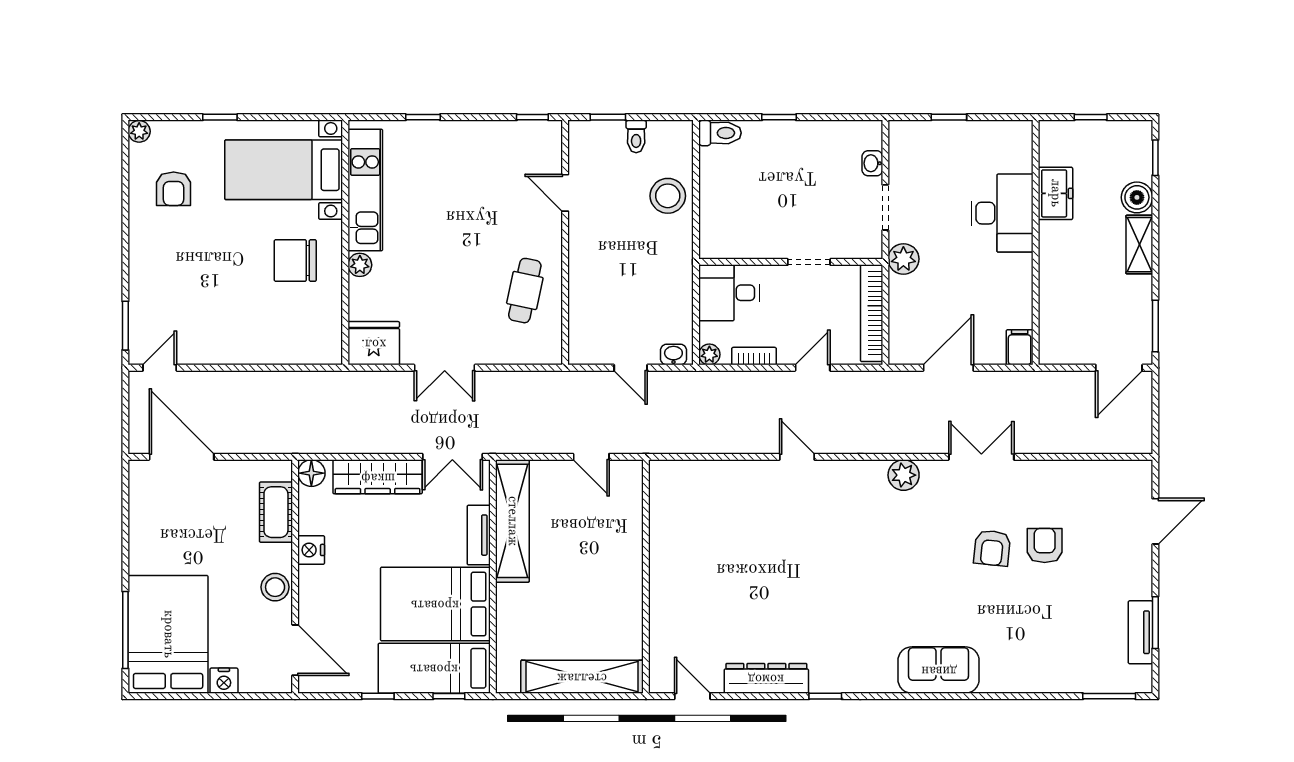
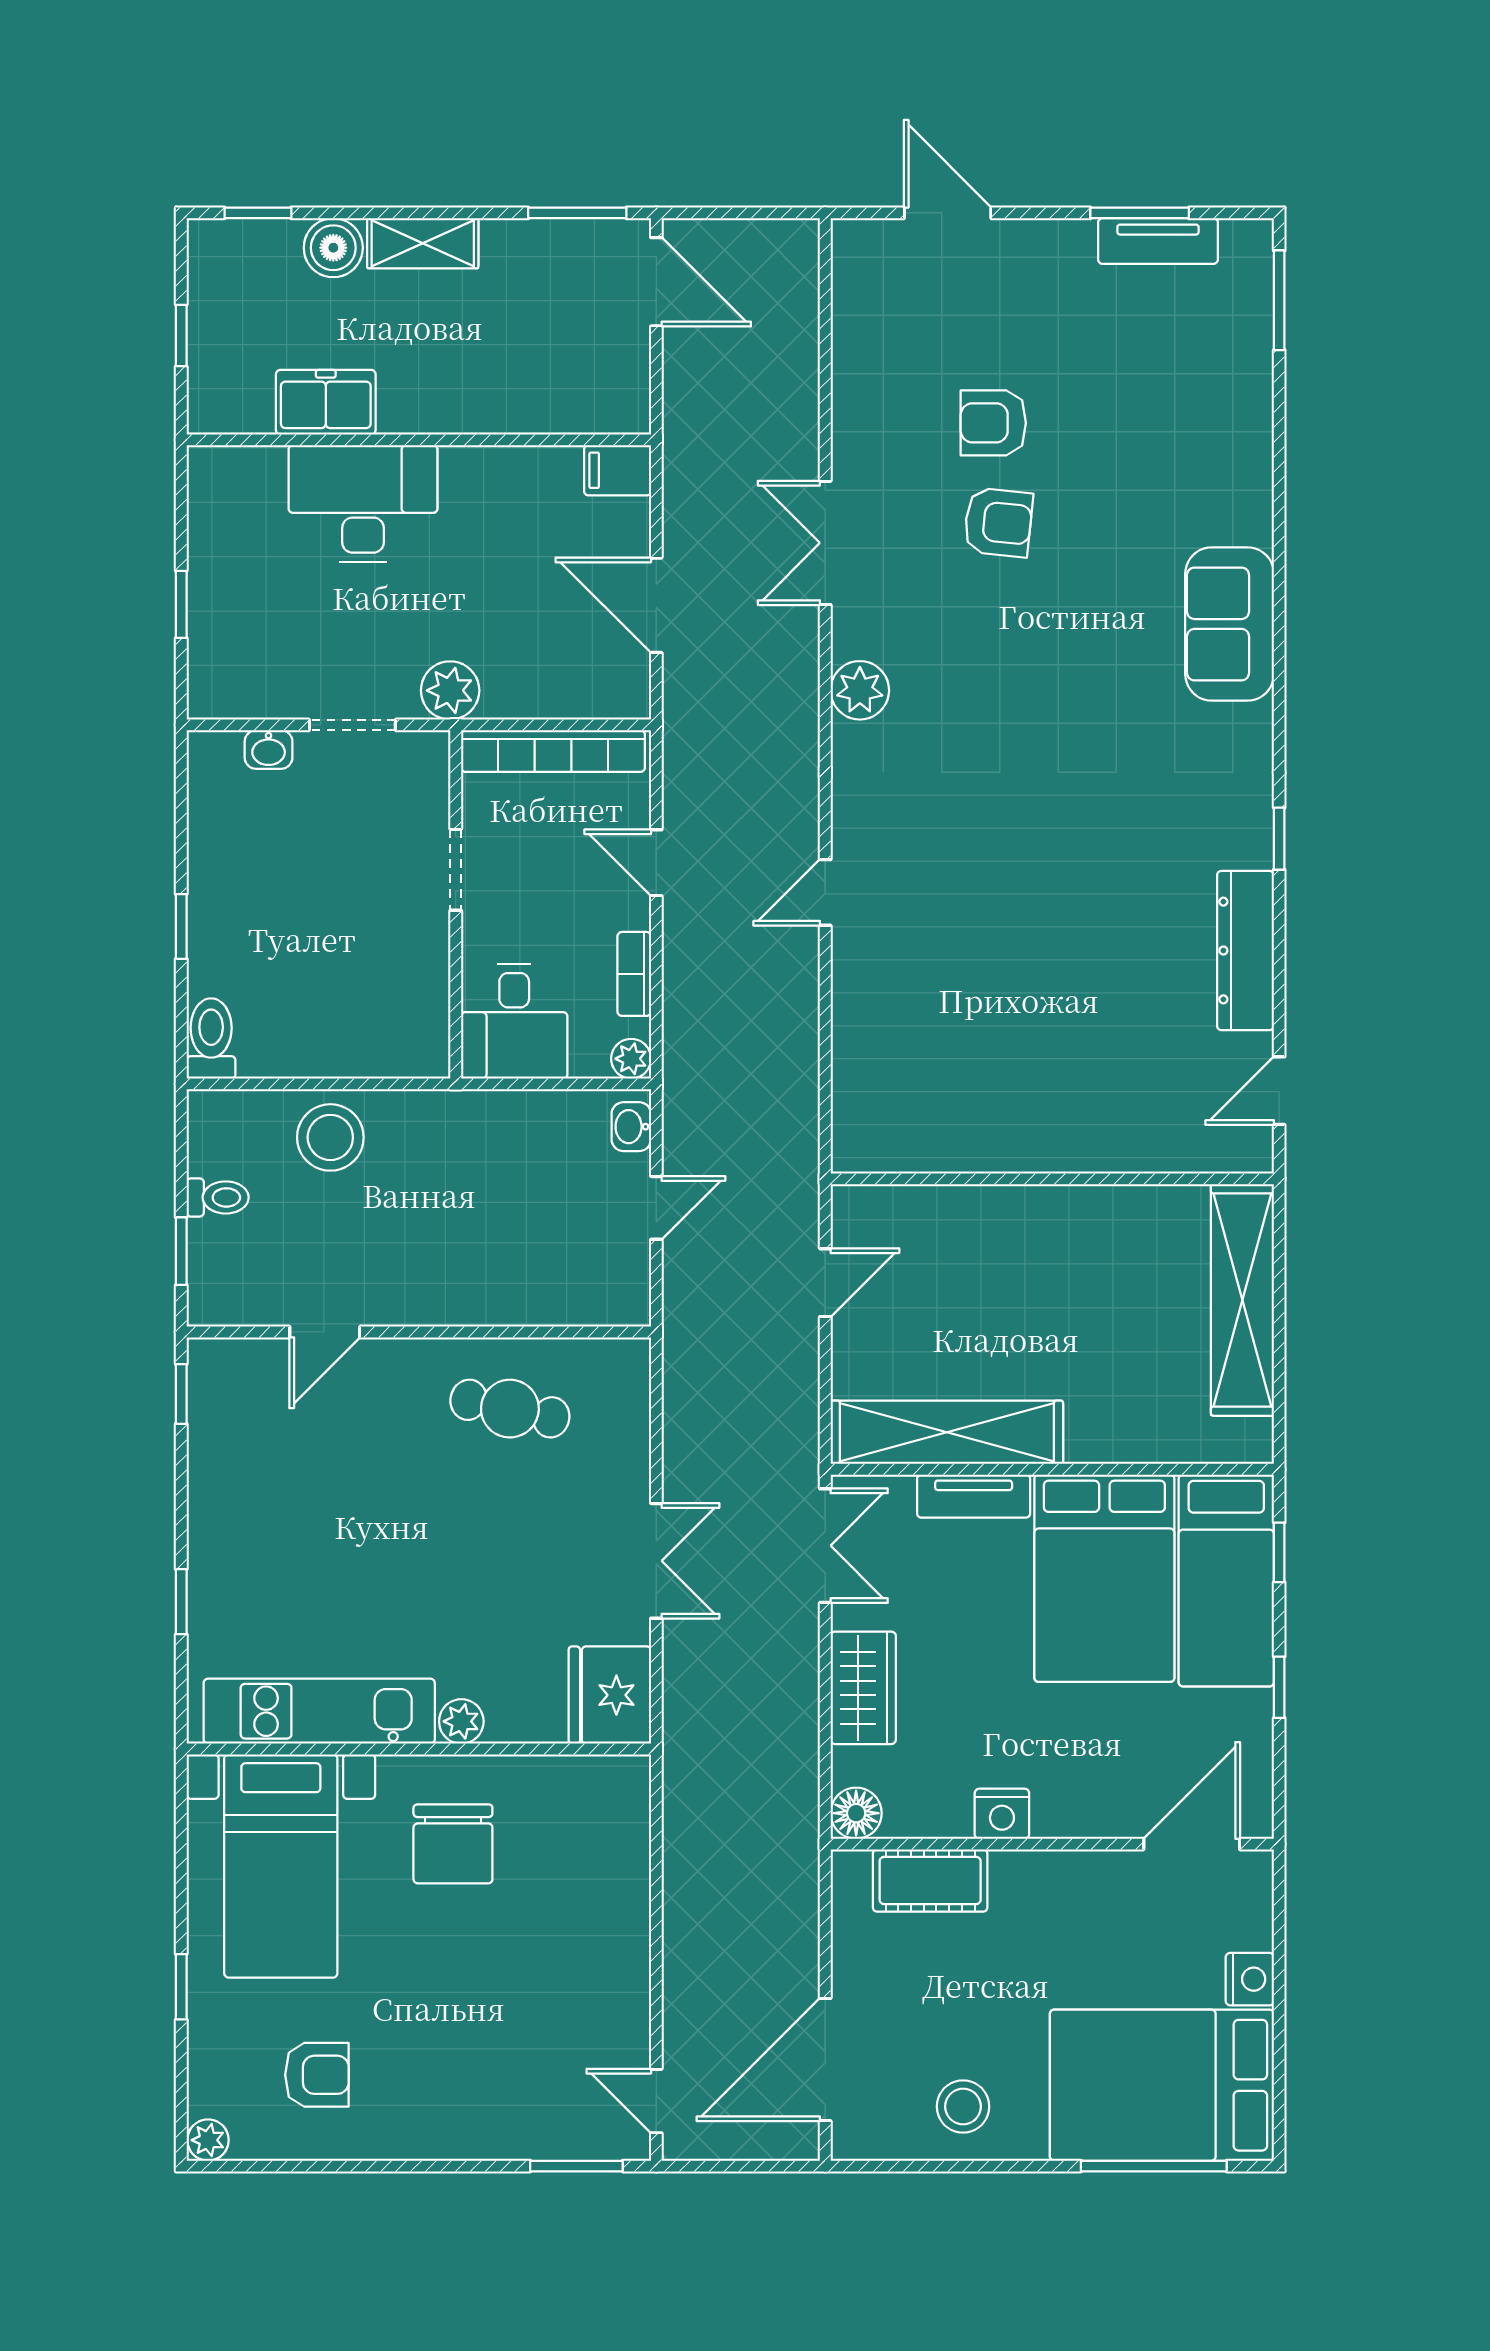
wardrobe: (378, 477) -> (863, 1688), width x0.67
stool: (275, 587) -> (963, 2106), moved

